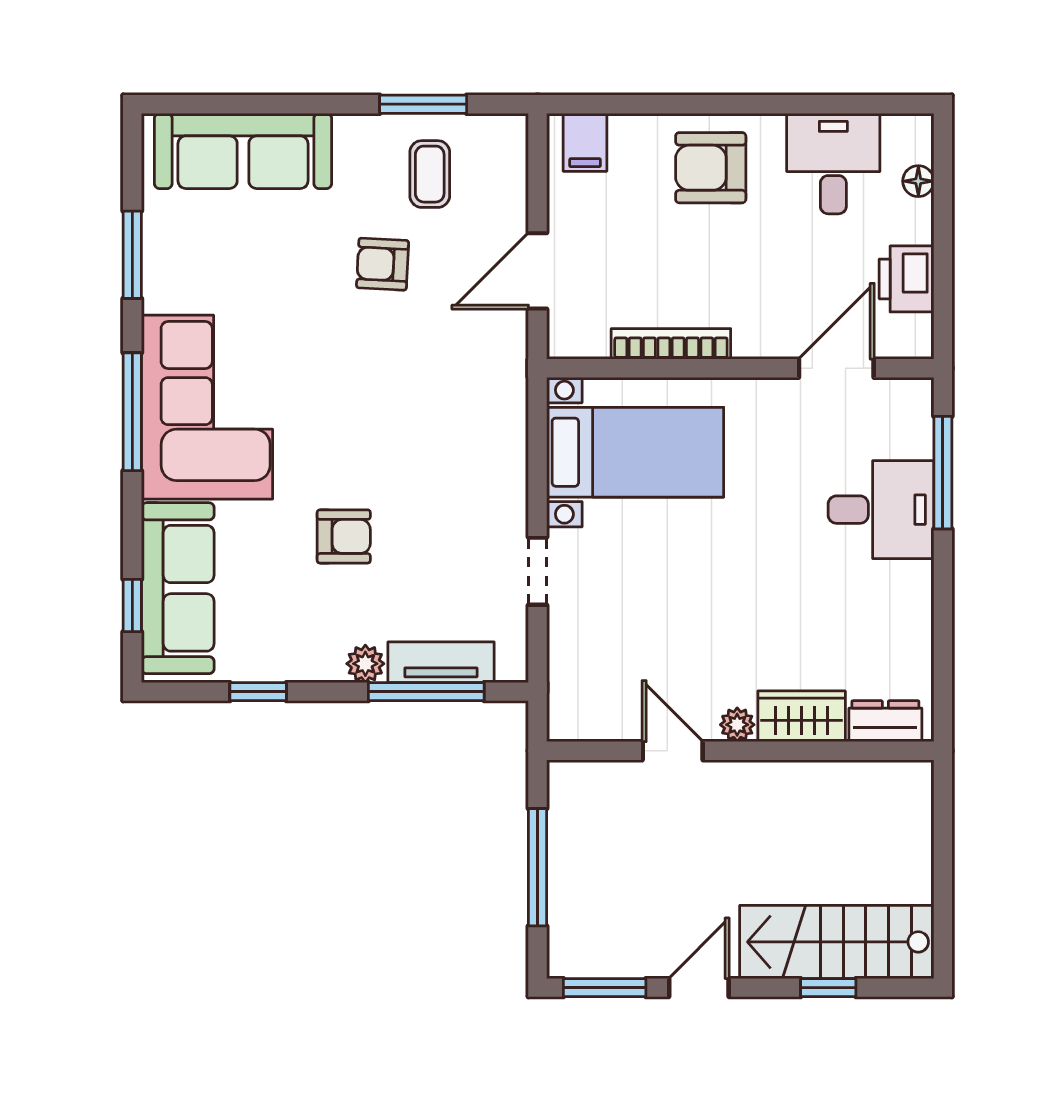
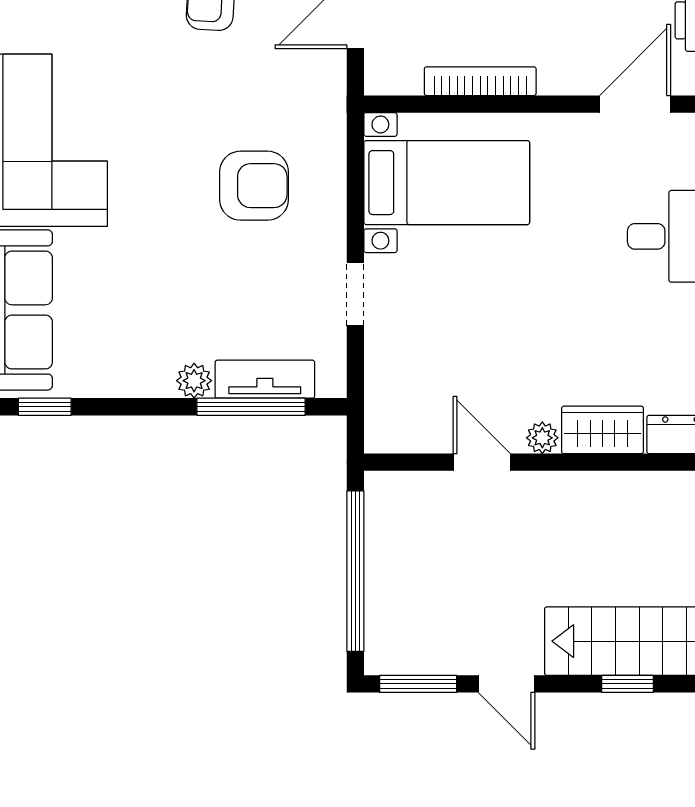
armchair: (344, 536) -> (254, 186), moved, width x1.38, depth x1.38
window: (258, 692) -> (45, 407), moved
window: (538, 867) -> (355, 571), width x1.46
door: (699, 988) -> (506, 684), swing flipped

